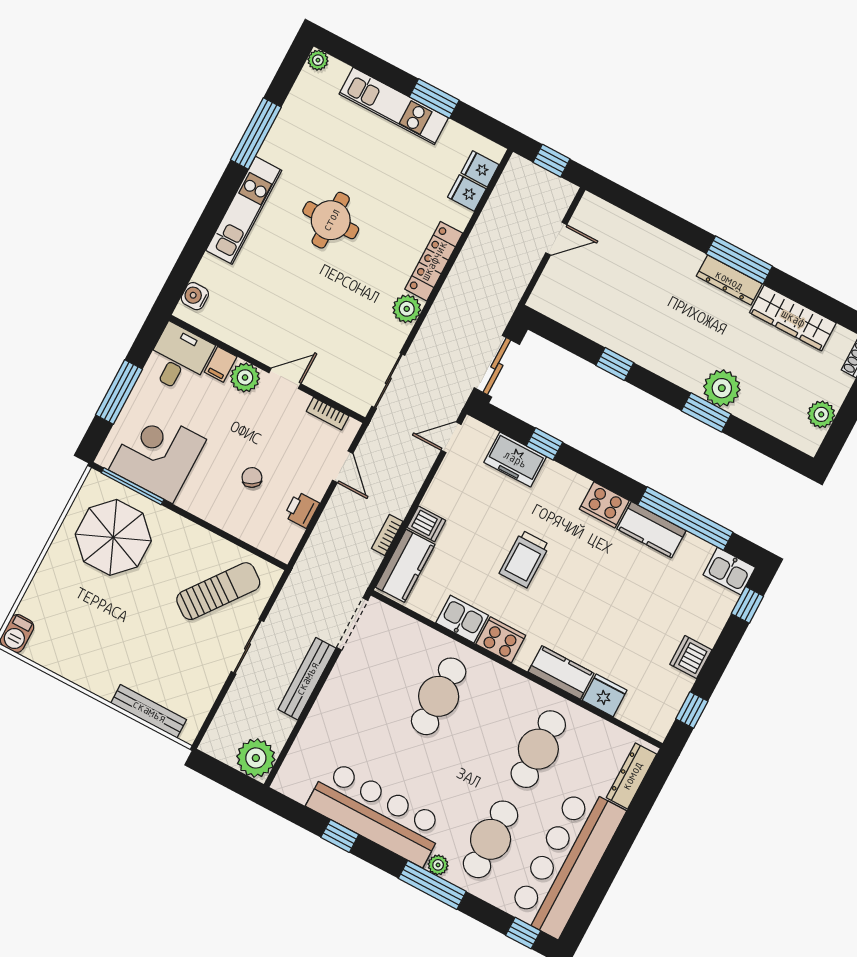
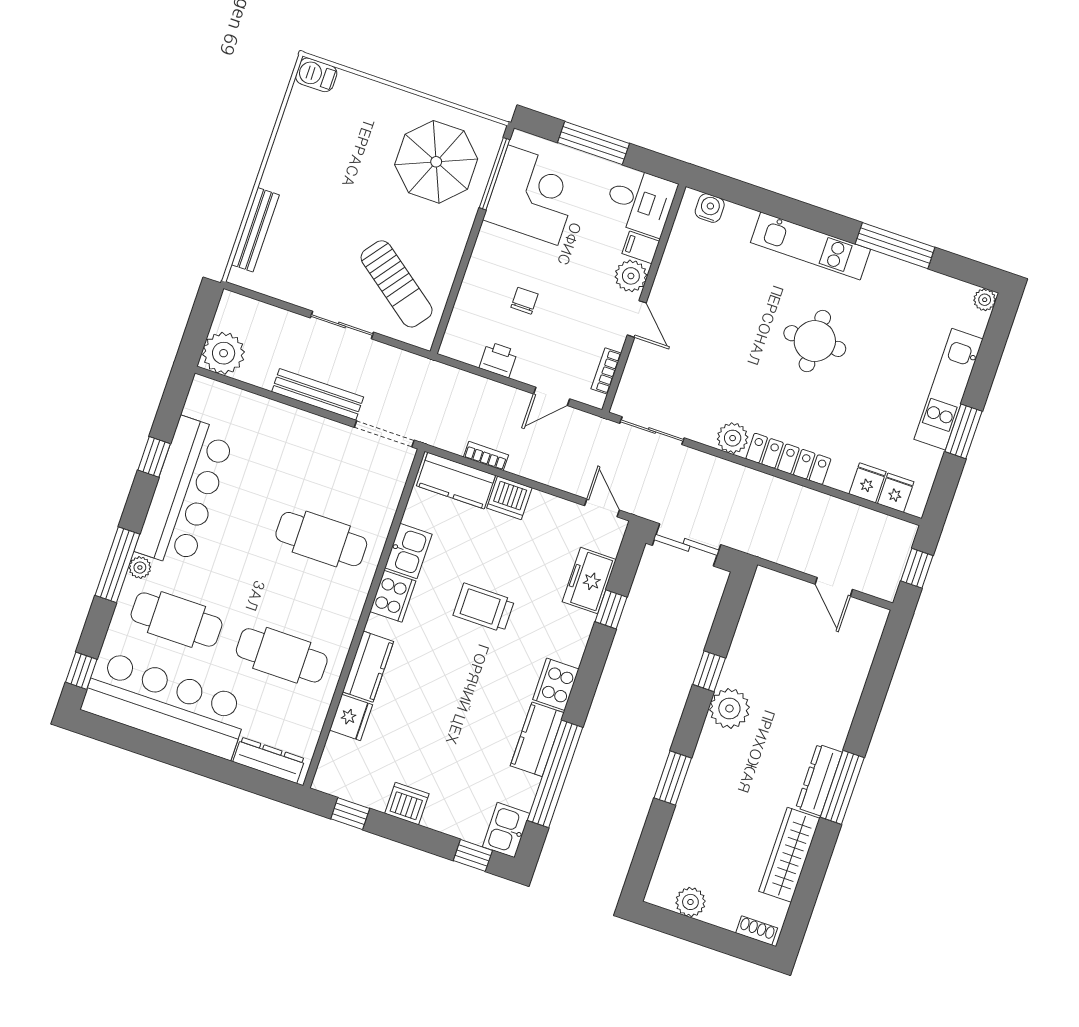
plant: (722, 388) -> (729, 708), moved
chair: (252, 477) -> (525, 301), turned -60
dishwasher: (426, 524) -> (509, 498), width x1.38

